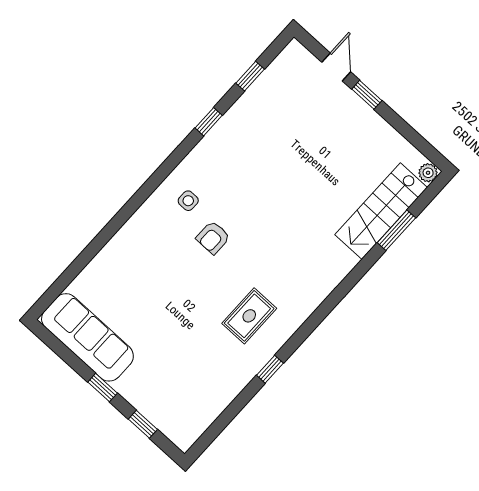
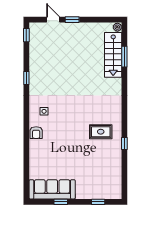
window: (250, 76) -> (26, 35), moved
armchair: (213, 238) -> (36, 133), moved
rug: (249, 316) -> (101, 132), turned 90
window: (103, 388) -> (61, 202), moved

